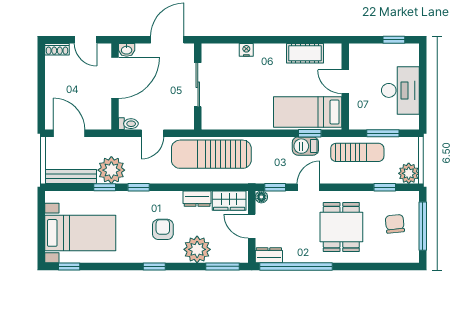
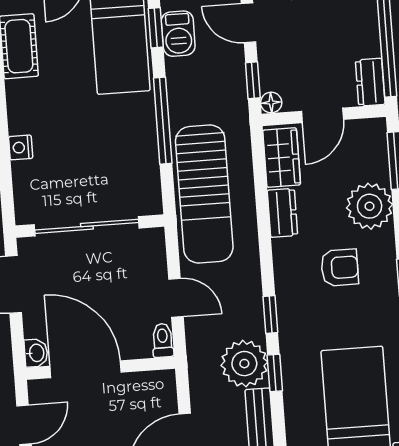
sliding door: (198, 85) -> (87, 226), width x1.37
window: (256, 133) -> (163, 121), added
armchair: (163, 229) -> (340, 268), turned 180

